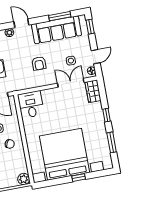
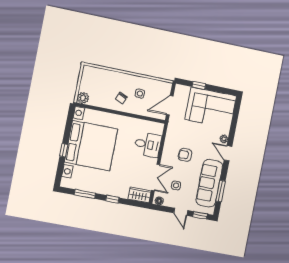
door: (21, 23) -> (228, 153), swing flipped
door: (96, 57) -> (181, 212), moved
desk: (31, 105) -> (148, 145), moved

